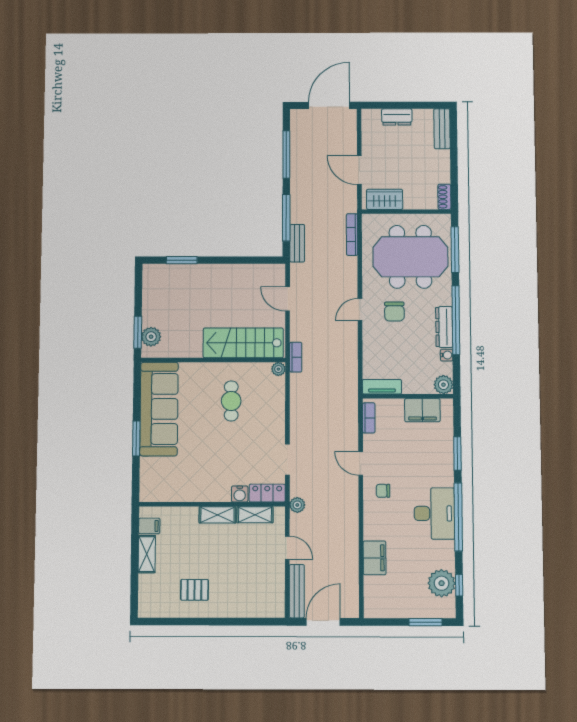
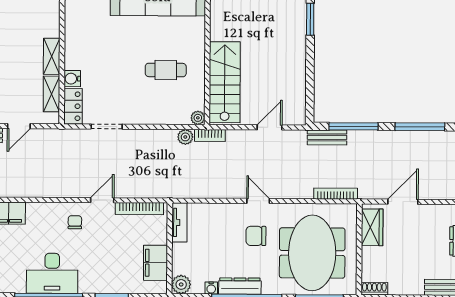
bookcase: (369, 418) -> (139, 209), width x1.56
plant: (297, 505) -> (185, 137), moved

